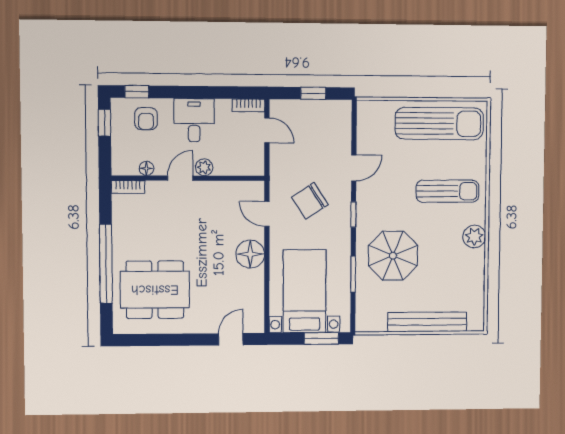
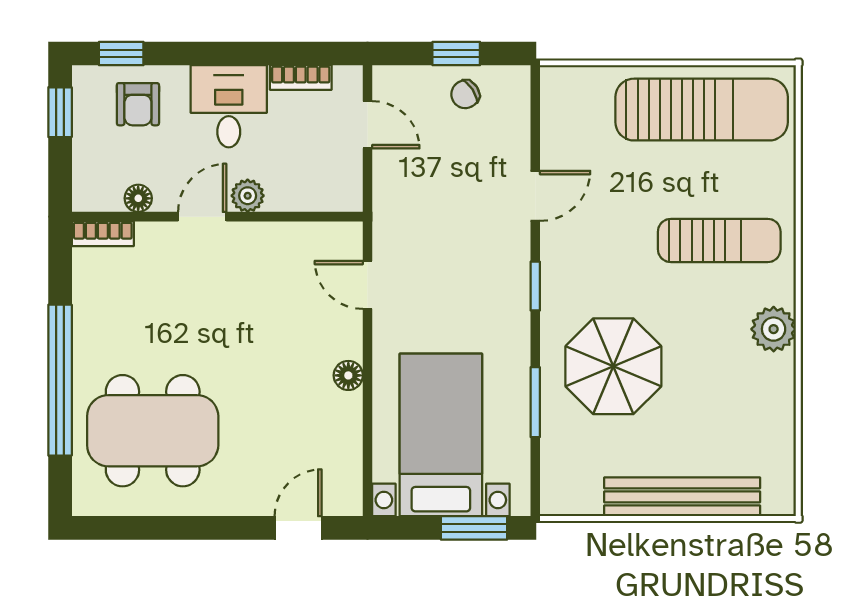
bookcase: (248, 105) -> (301, 78), moved
chair: (310, 201) -> (465, 94), moved, width x0.54, depth x0.54
floor lamp: (250, 254) -> (348, 375), width x0.53, depth x0.53

